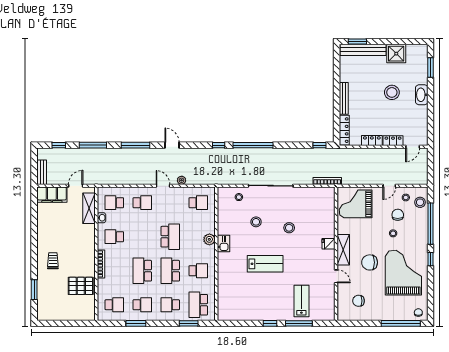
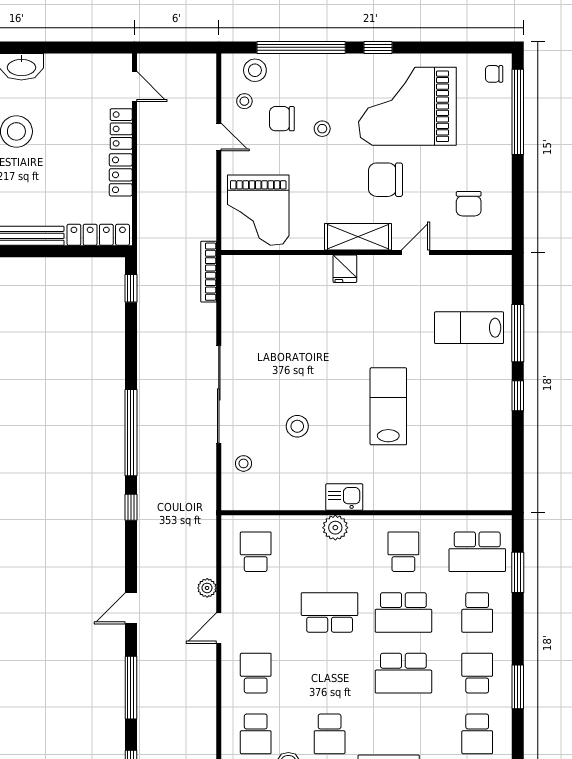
stool: (289, 228) -> (310, 354), removed
chair: (370, 262) -> (385, 180), turned 90
school desk: (114, 305) -> (477, 734), turned 180

